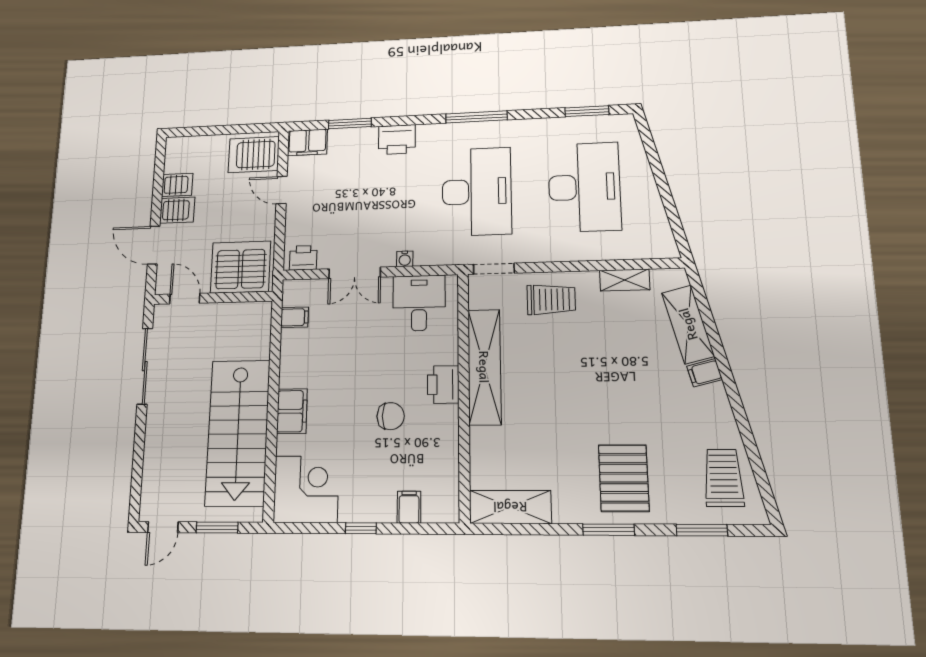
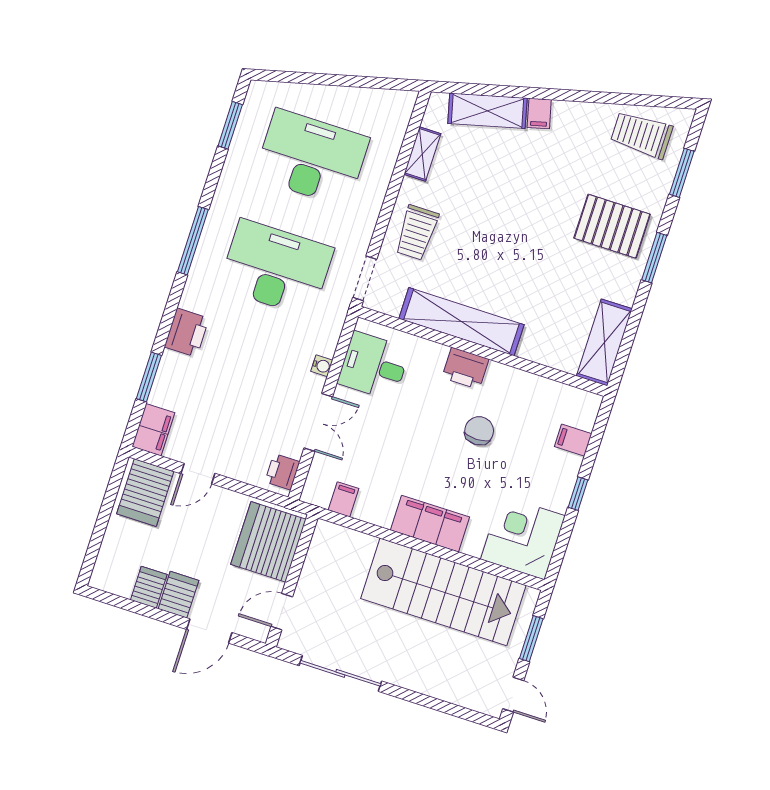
trolley: (551, 299) -> (417, 233), turned 180
filing cabinet: (292, 411) -> (430, 524), width x1.50, depth x1.17

